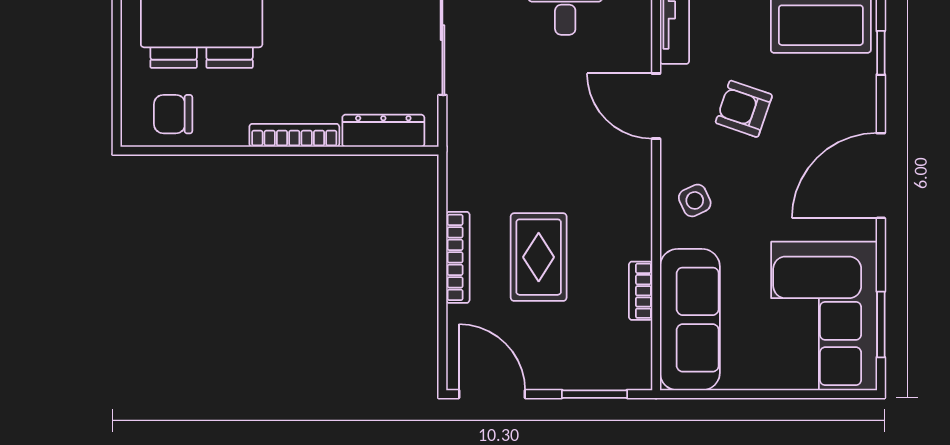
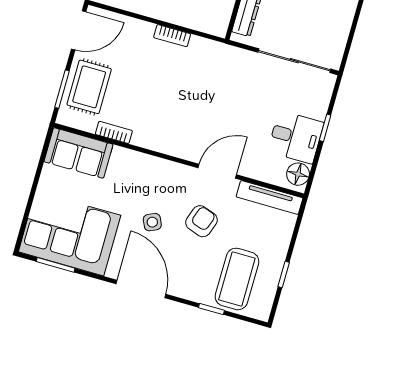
side table: (695, 200) -> (152, 222), moved
bookcase: (458, 257) -> (172, 36), width x0.64
rug: (539, 257) -> (89, 87), moved, turned 90
sofa: (690, 320) -> (79, 153), width x0.73

